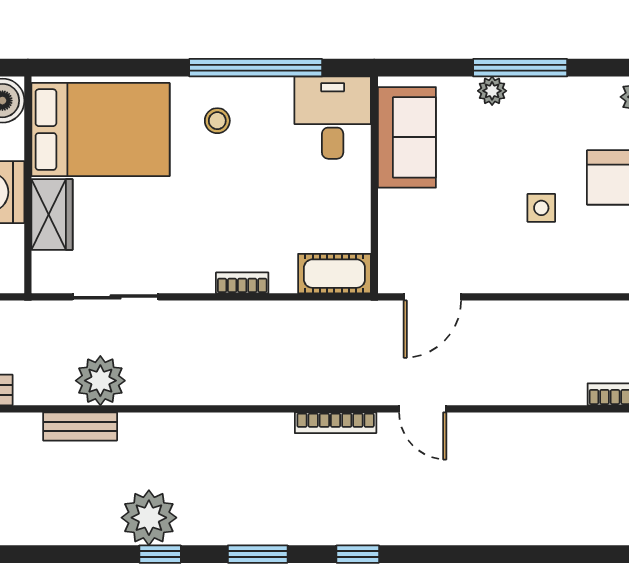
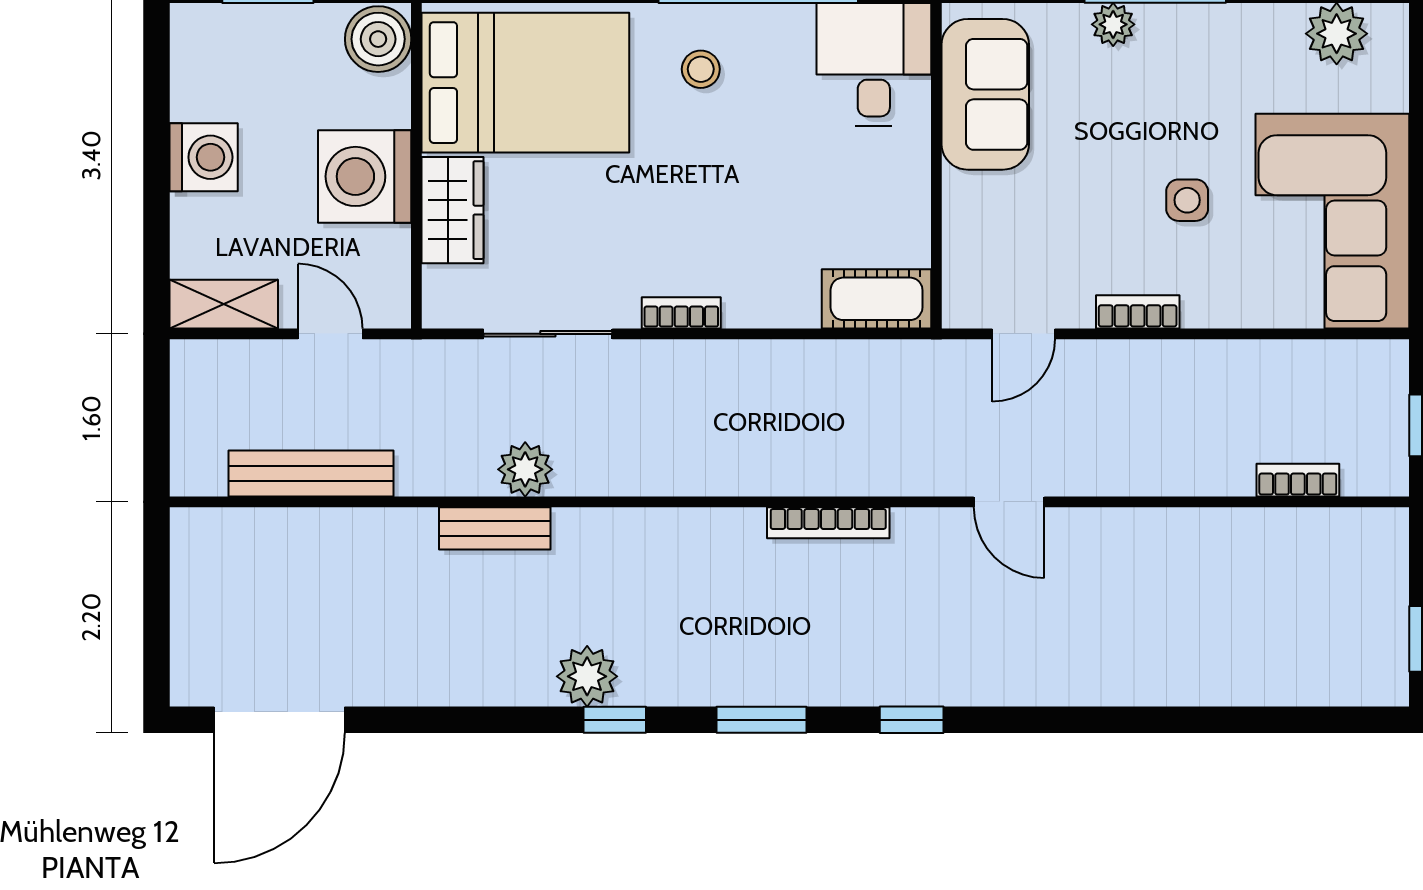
bookcase: (508, 282) -> (1138, 312), added
bookcase: (242, 283) -> (681, 313), moved
door: (432, 297) -> (1024, 334), width x0.73
plant: (100, 381) -> (525, 469), width x0.73, depth x0.73
bookcase: (336, 423) -> (828, 523), moved
plant: (149, 518) -> (587, 676), width x0.73, depth x0.73

